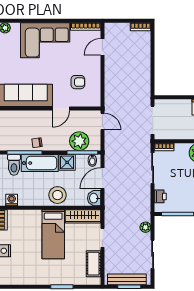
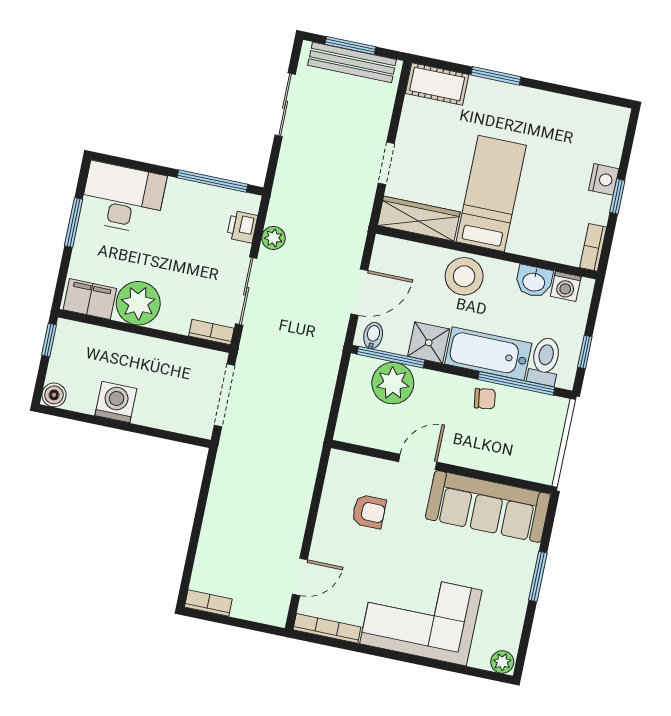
armchair: (78, 82) -> (369, 512), turned 180
door: (102, 121) -> (334, 415), removed
washbasin: (94, 198) -> (534, 281), moved, turned 90
plant: (145, 227) -> (273, 238), moved
cot: (93, 264) -> (437, 84), moved, turned 90

